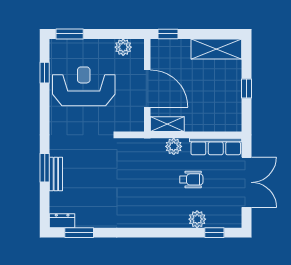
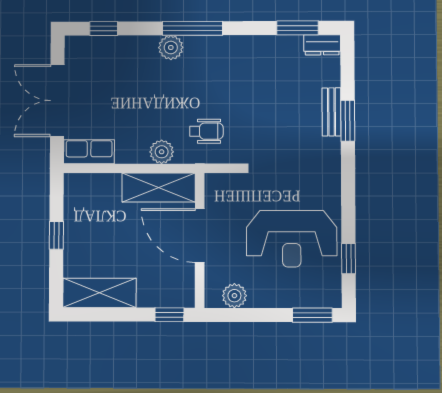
shelving: (167, 124) -> (159, 188), width x1.50, depth x1.33
row of seats: (216, 147) -> (89, 152), width x0.68
wheelchair: (191, 179) -> (206, 131), moved, turned 180
plant: (197, 219) -> (171, 47), moved
window: (152, 233) -> (193, 28), added

